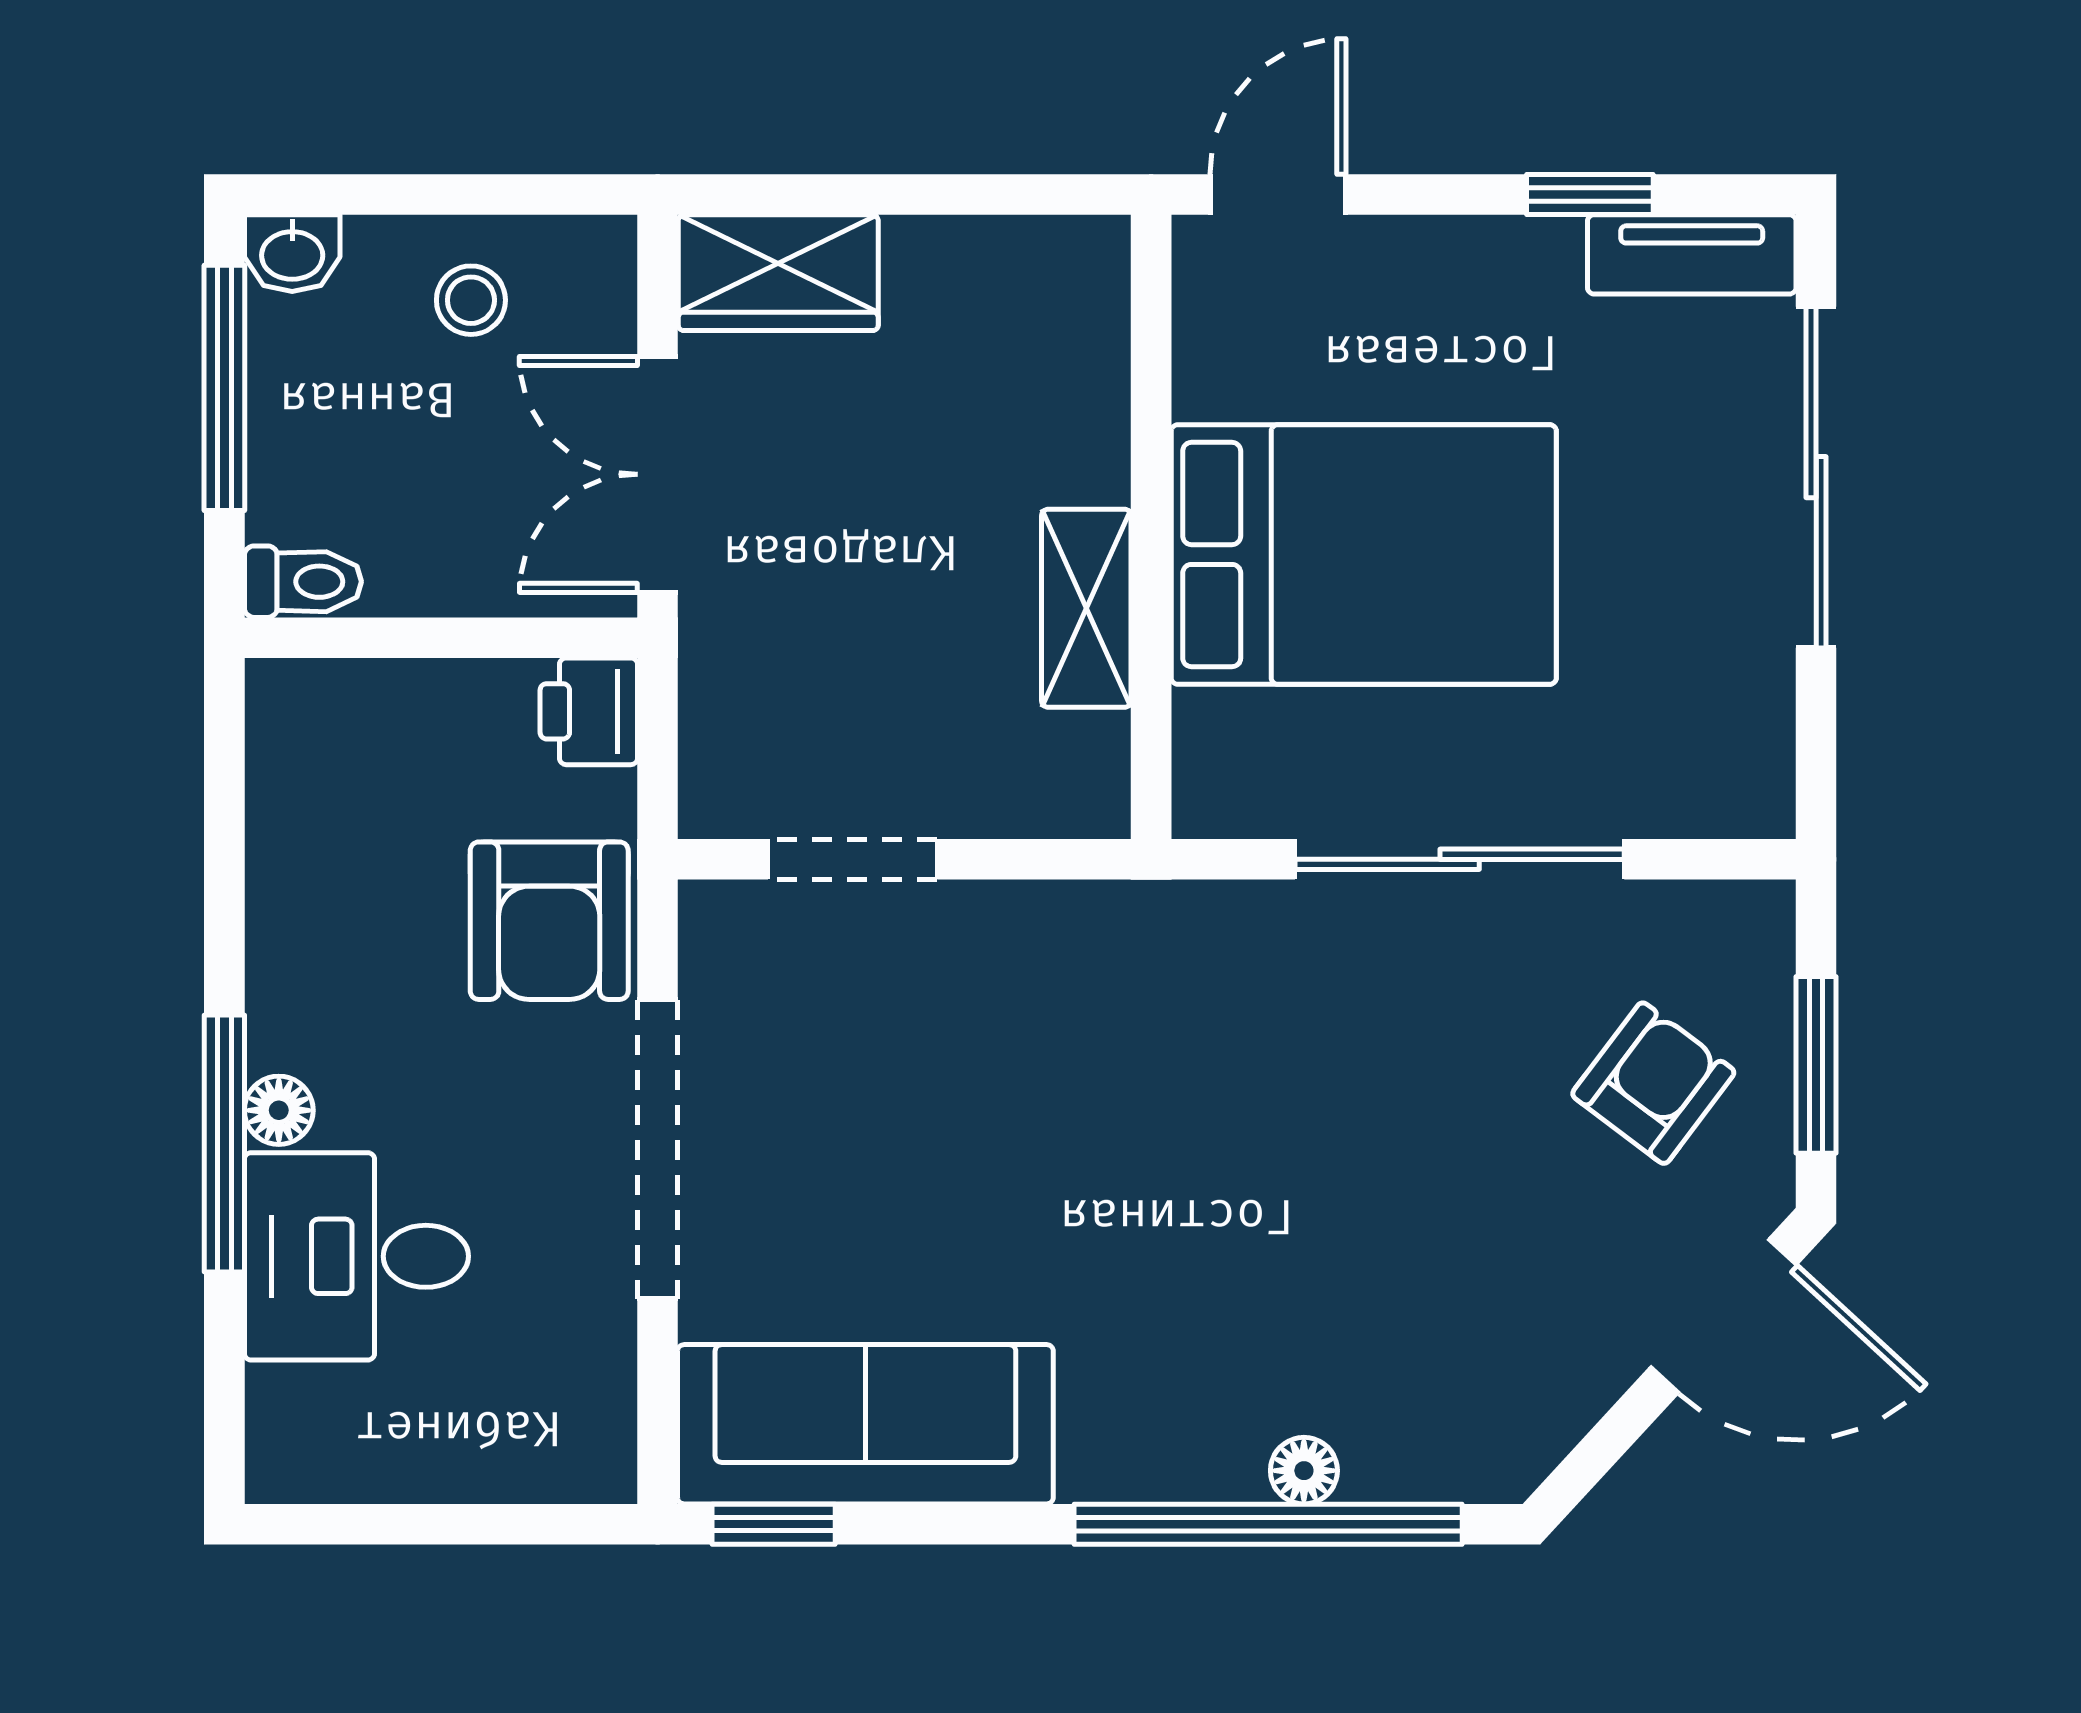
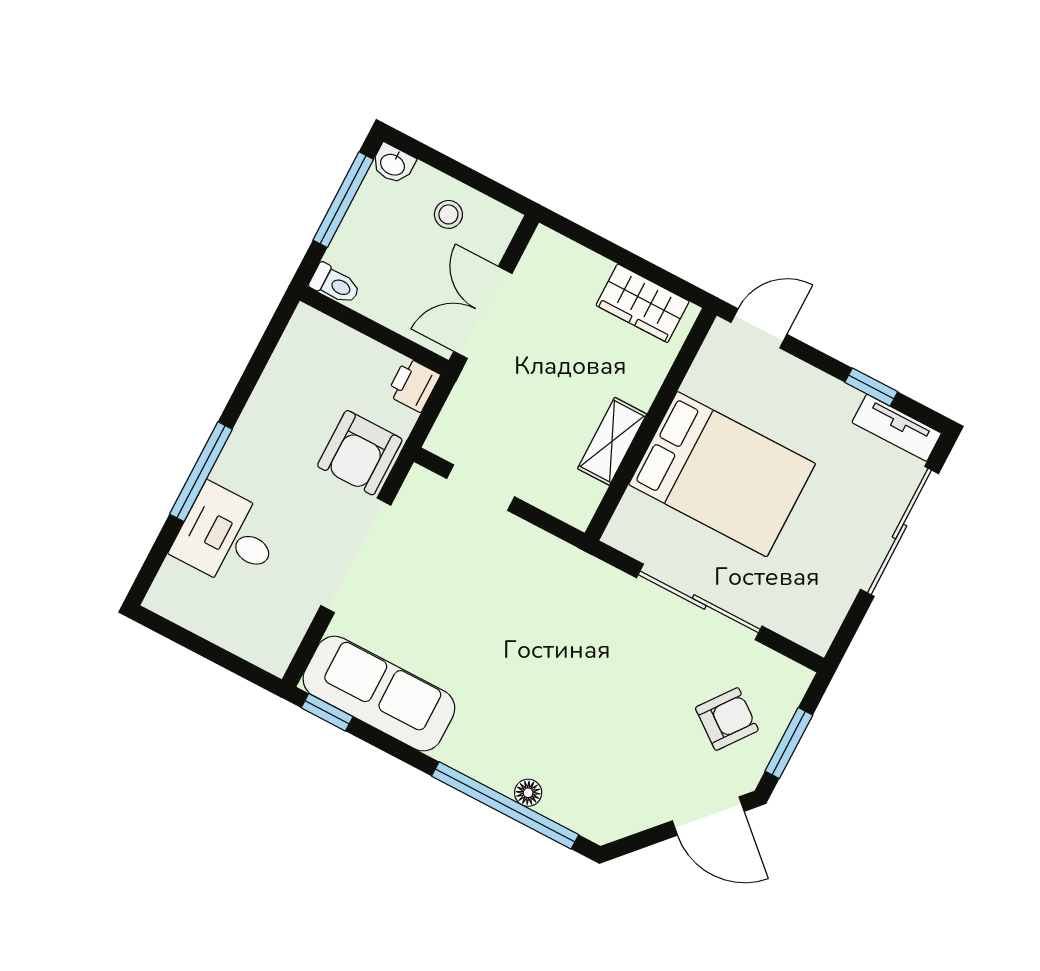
wardrobe: (778, 273) -> (643, 303), moved
floor lamp: (279, 1110) -> (227, 470), removed

